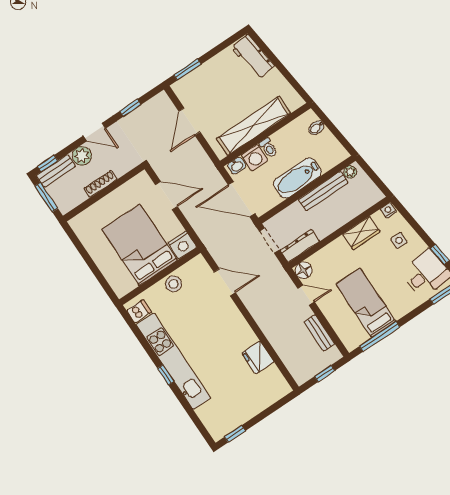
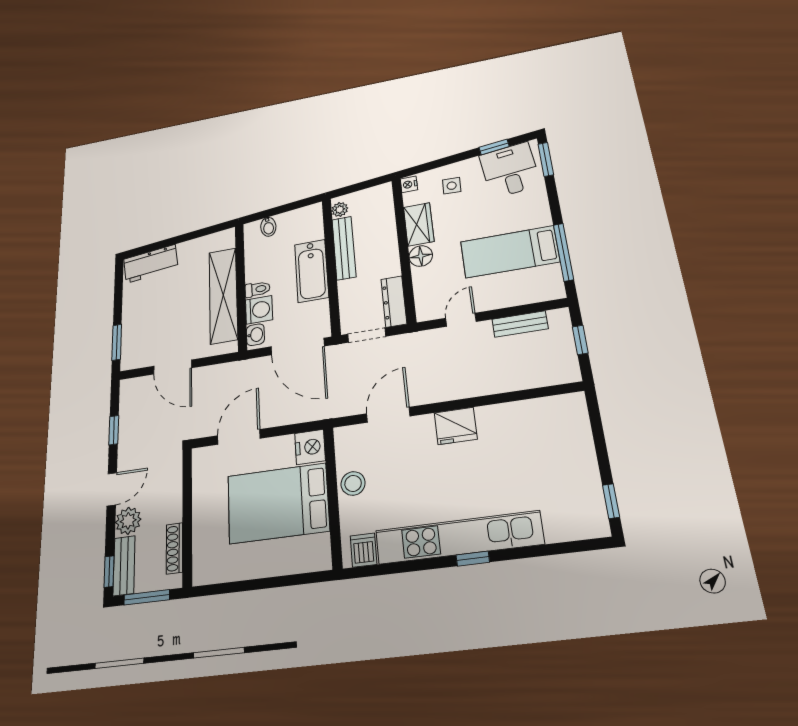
shoe rack: (100, 184) -> (174, 548), moved
door: (242, 199) -> (298, 346), hinge flipped
floor lamp: (304, 270) -> (421, 256), moved
fridge: (258, 358) -> (456, 426), moved

